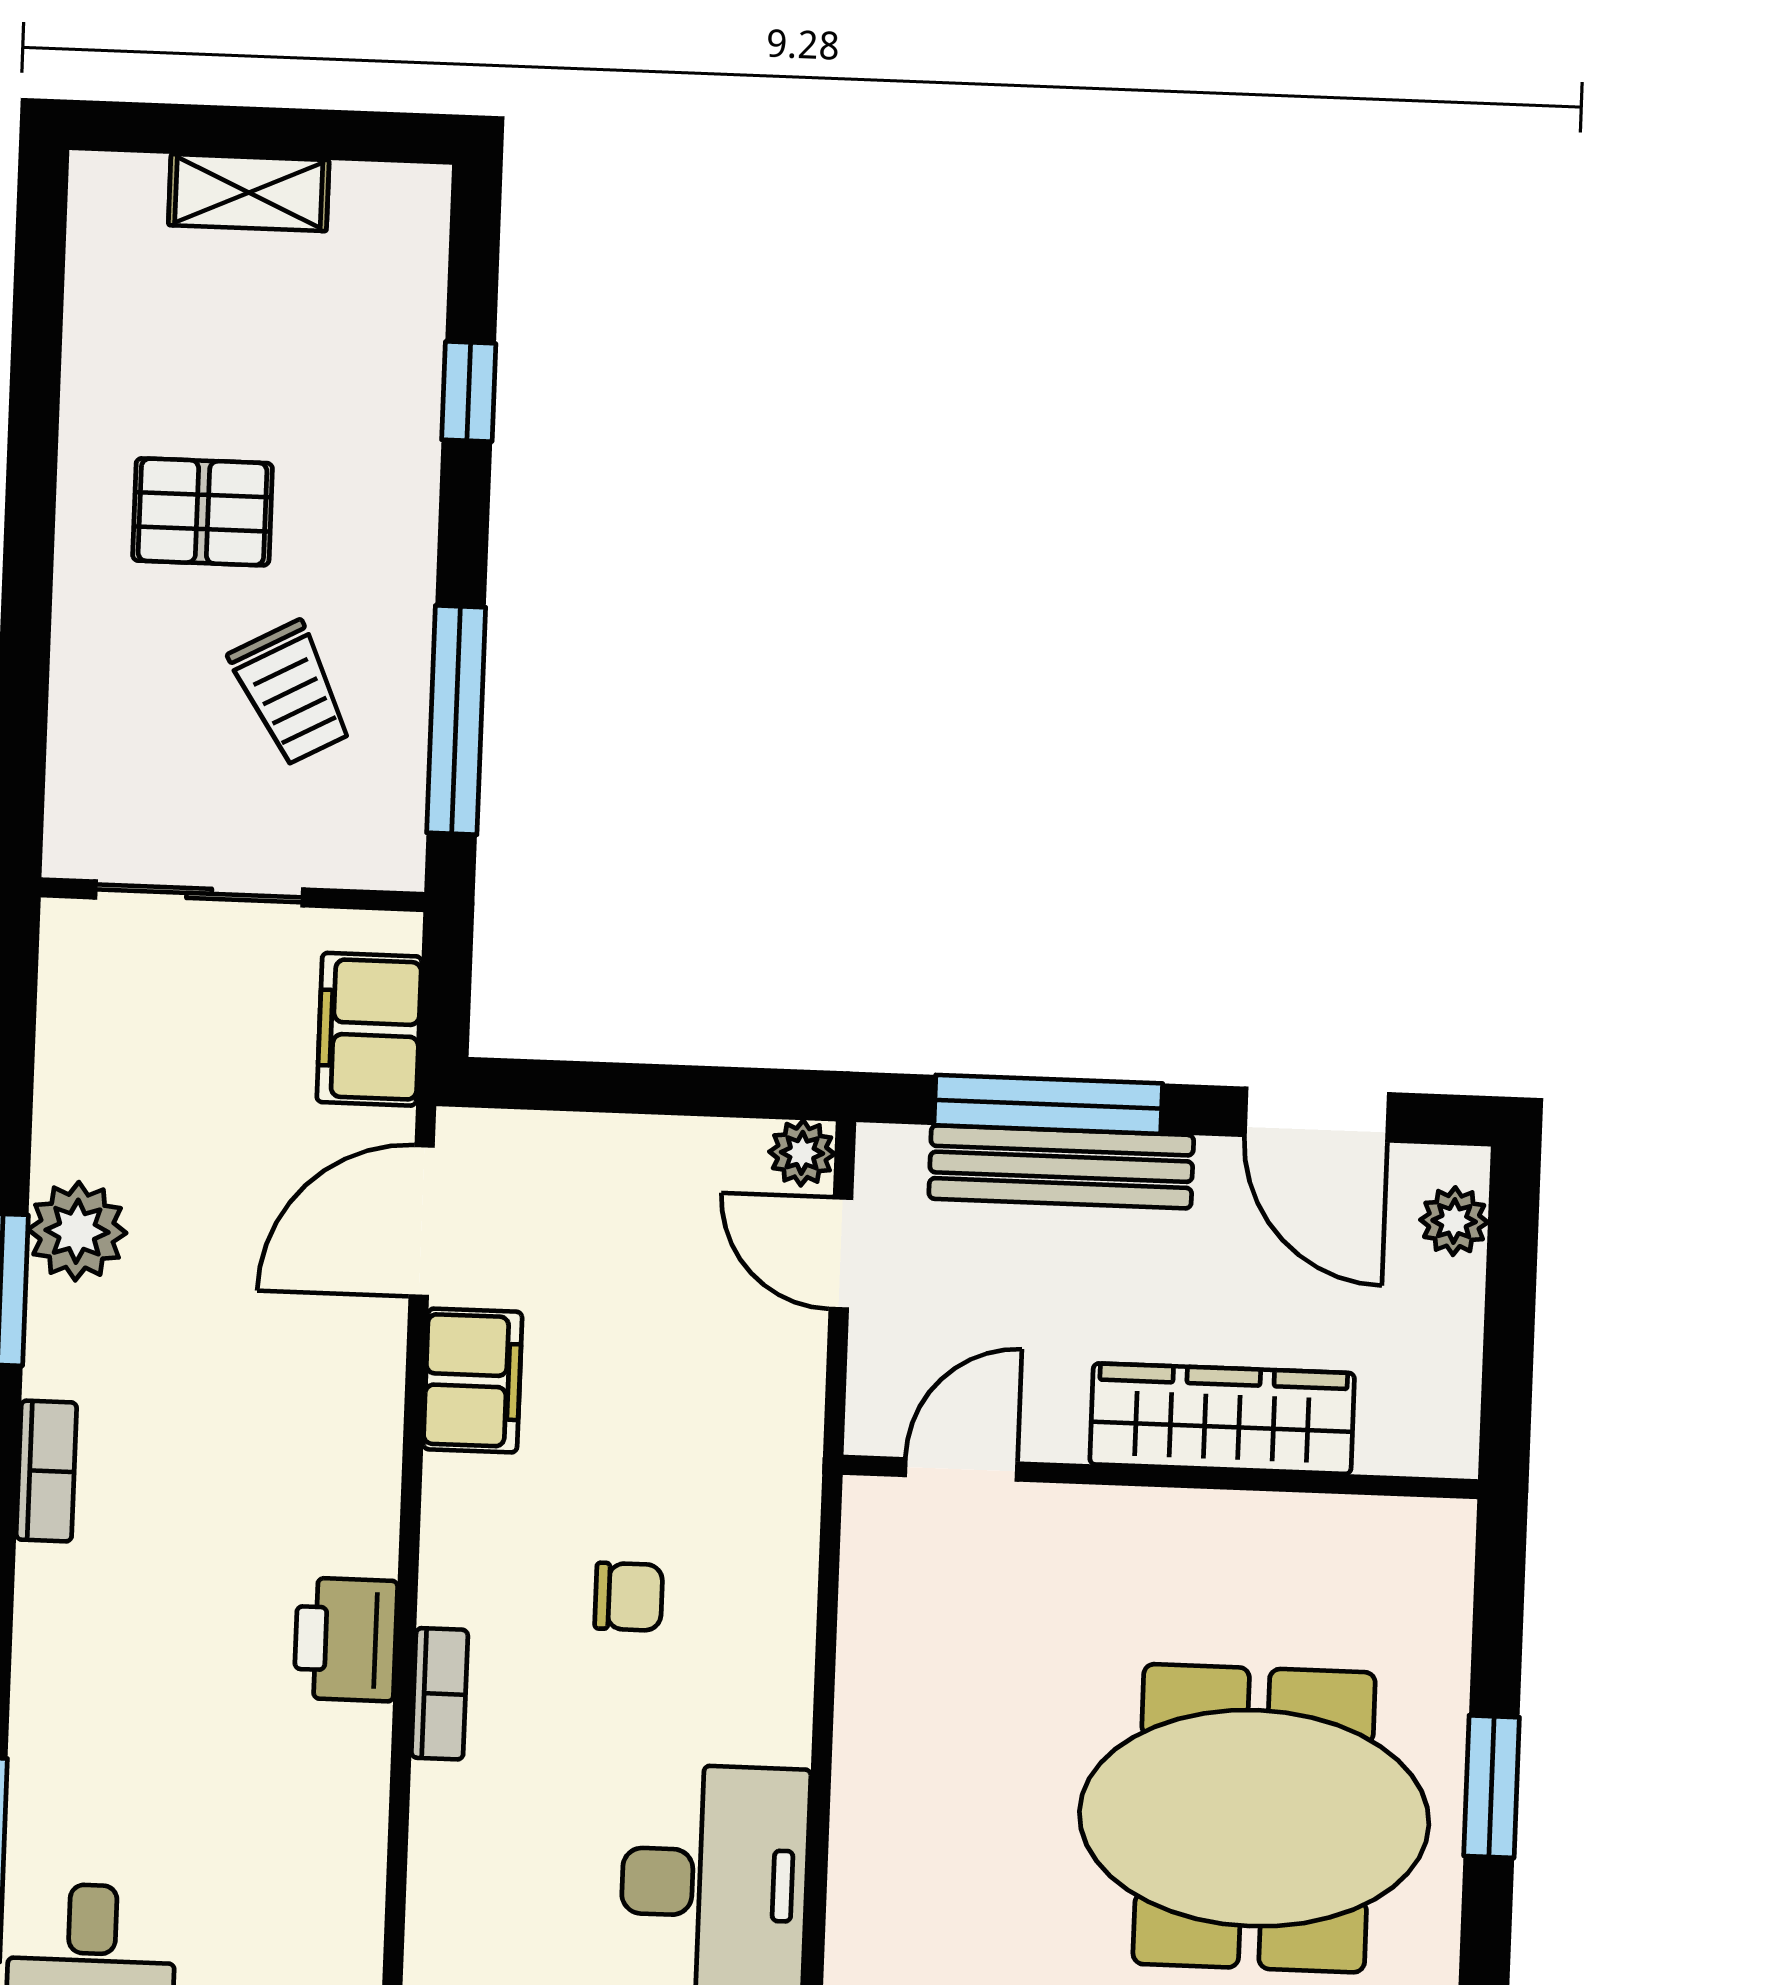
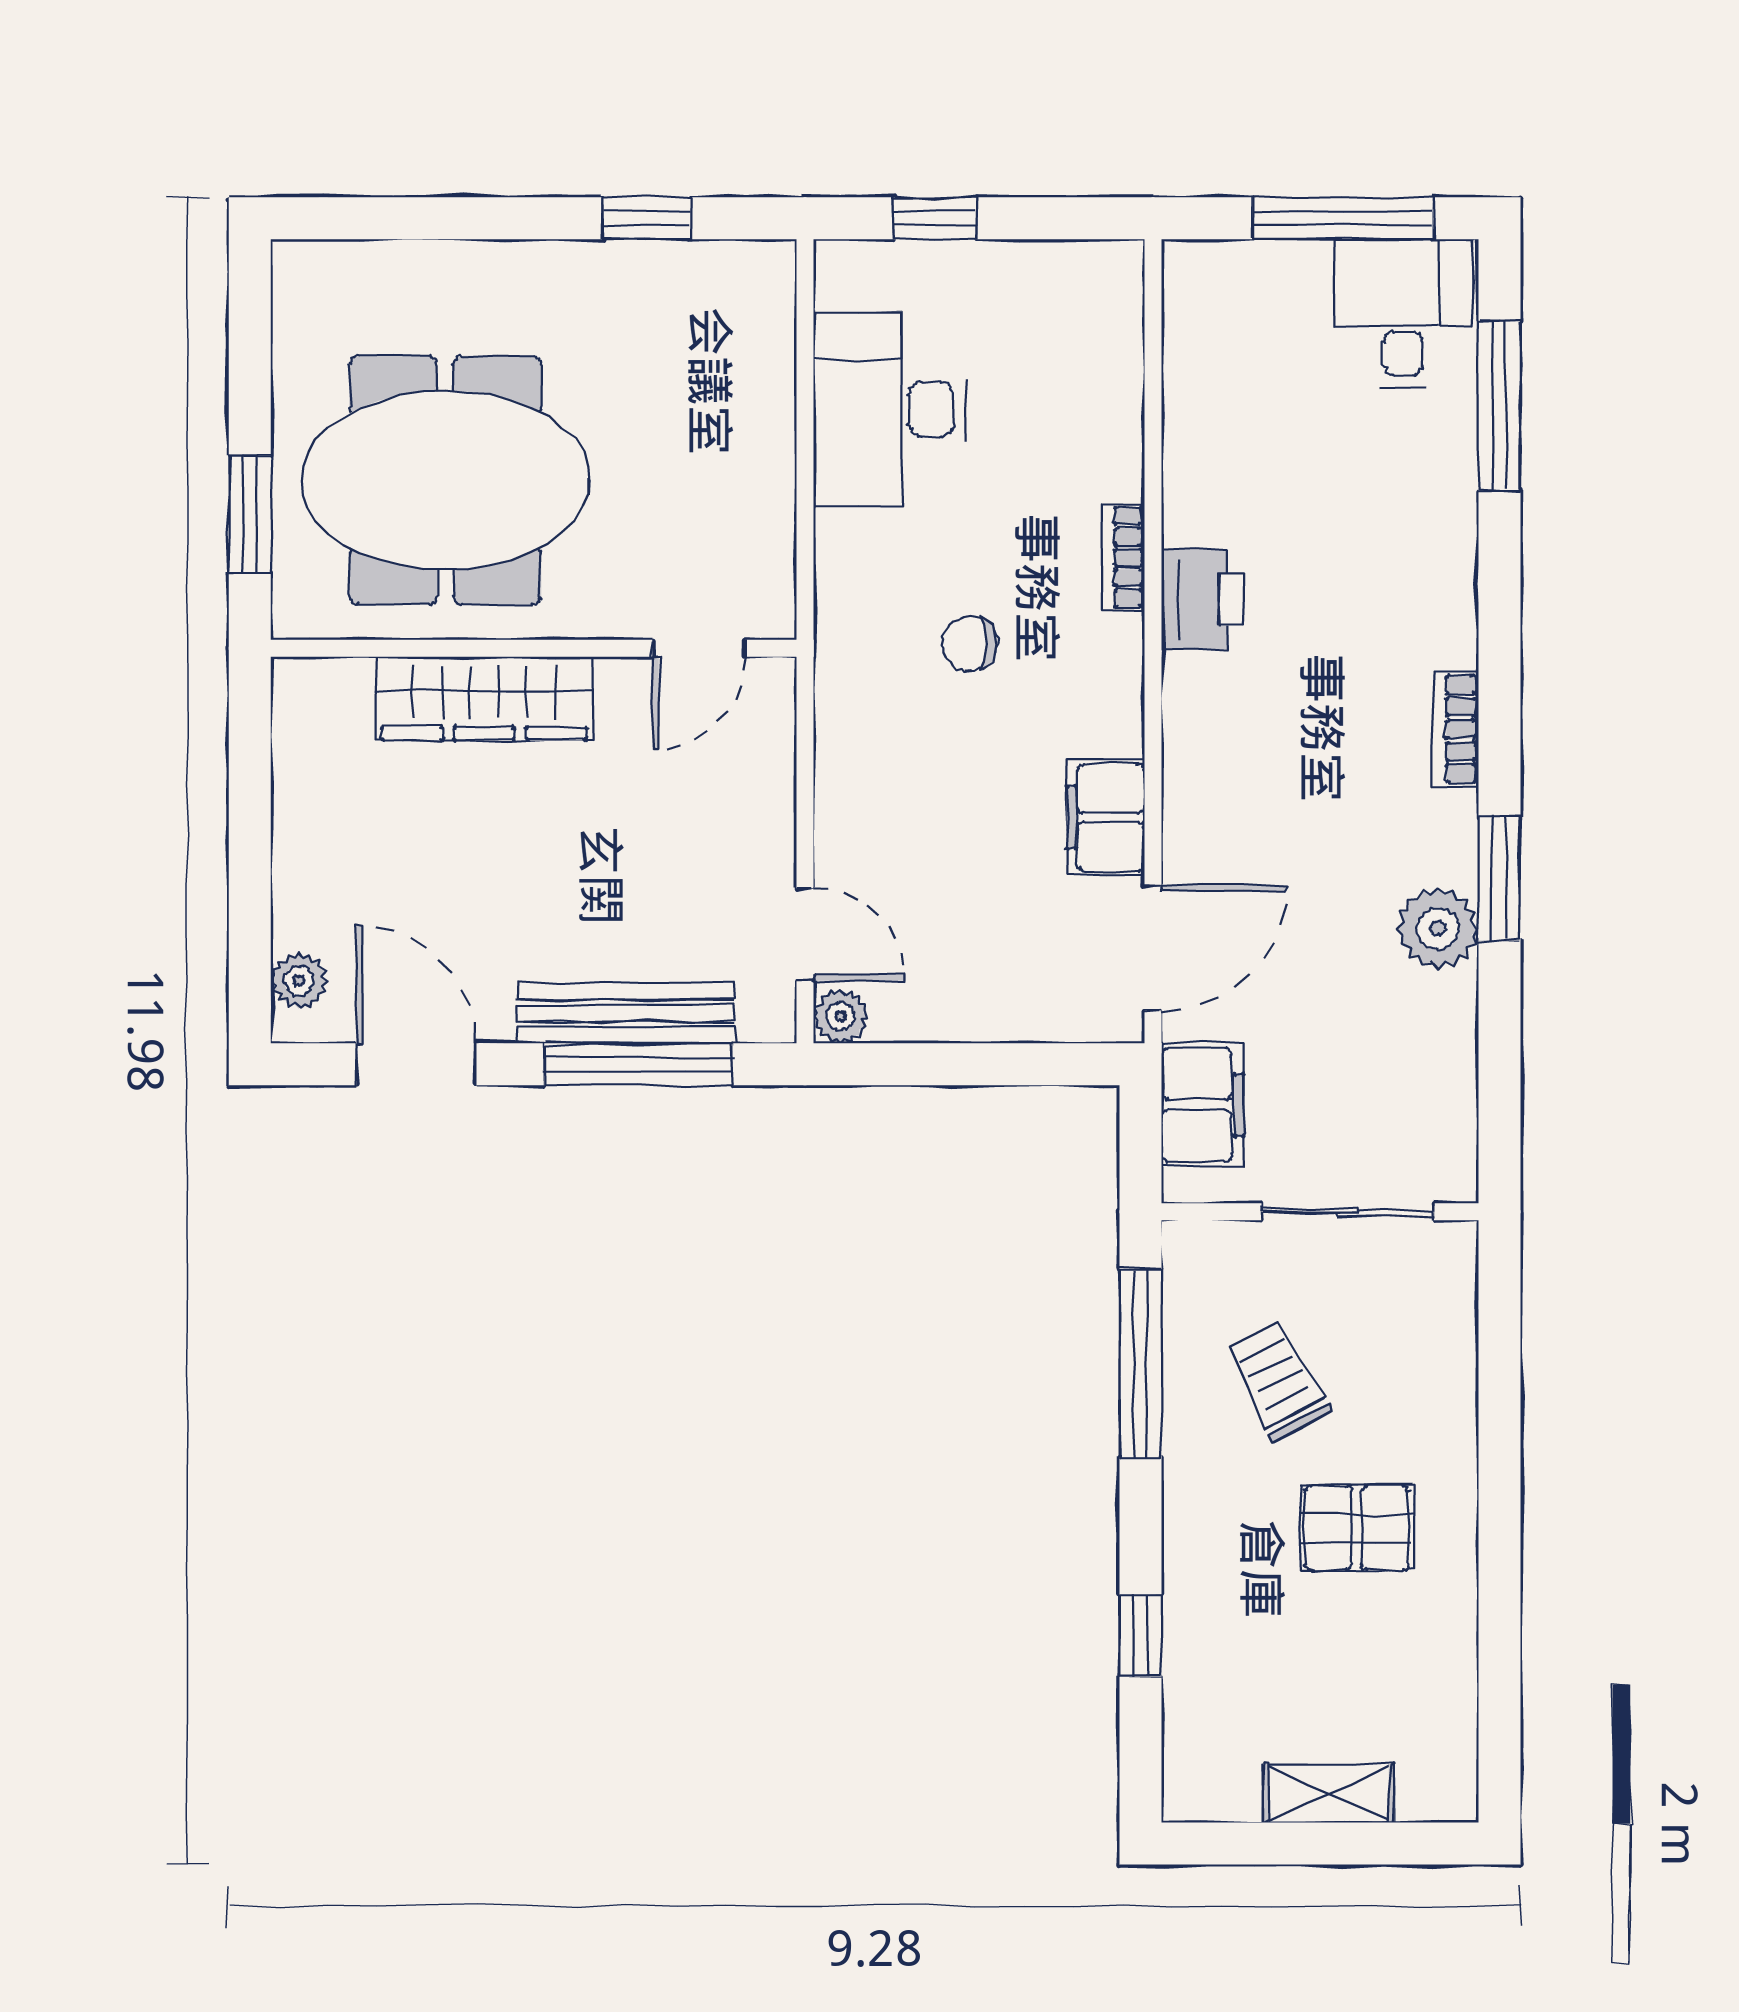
wardrobe: (1222, 1419) -> (484, 698), moved
door: (961, 1469) -> (699, 648), moved
wall: (1160, 1477) -> (534, 648), moved

